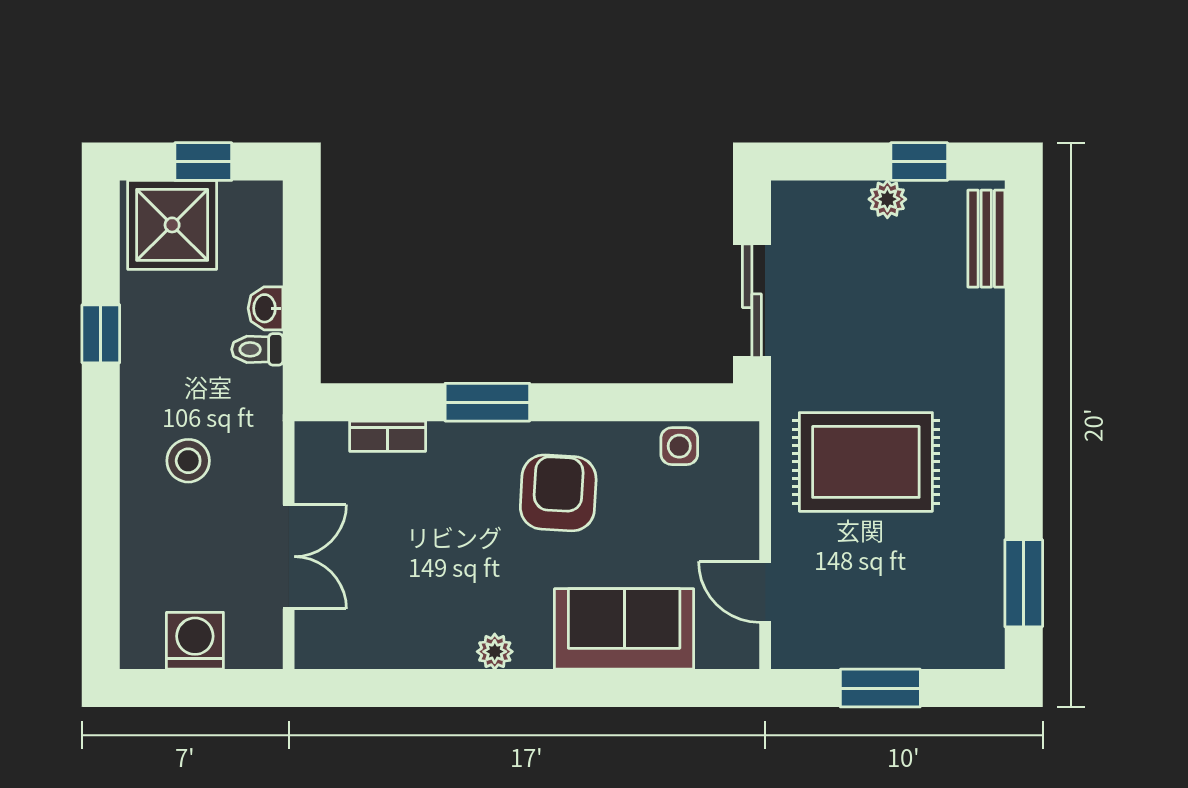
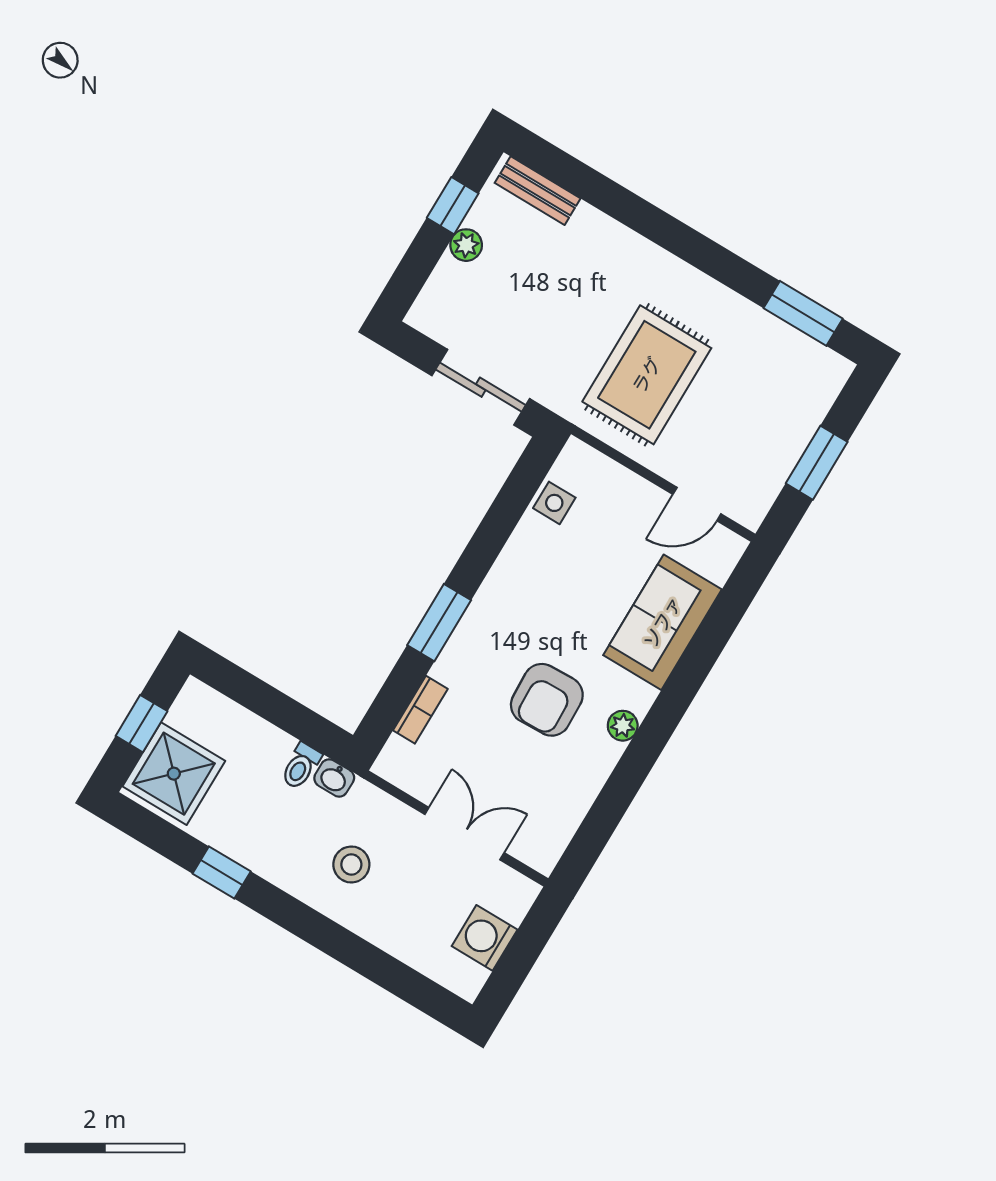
washbasin: (266, 308) -> (334, 778), moved
armchair: (558, 493) -> (547, 700), moved, turned -95

